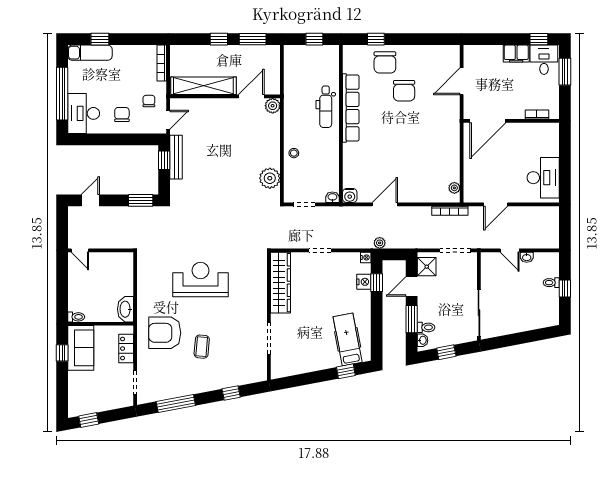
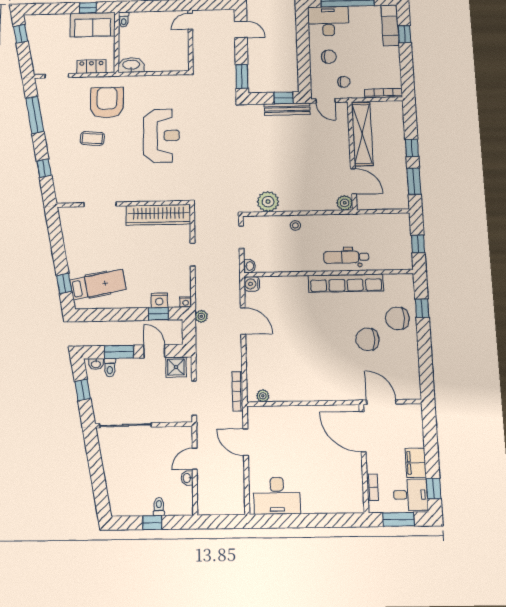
bookcase: (537, 115) -> (372, 487), moved
door: (488, 121) -> (363, 432), moved
wall: (511, 121) -> (364, 458), moved

